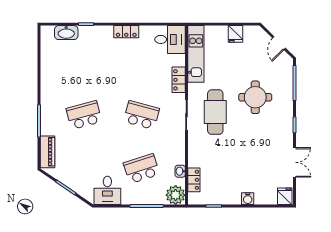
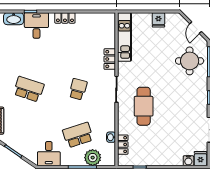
desk: (170, 39) -> (36, 26), moved, turned -90
round table: (255, 97) -> (190, 61), moved
cafe table: (215, 112) -> (144, 106), moved
school desk: (84, 115) -> (29, 89), turned 33
school desk: (141, 115) -> (78, 89), width x0.54
plant: (176, 195) -> (93, 158), moved
water cooler: (248, 199) -> (188, 161), moved

